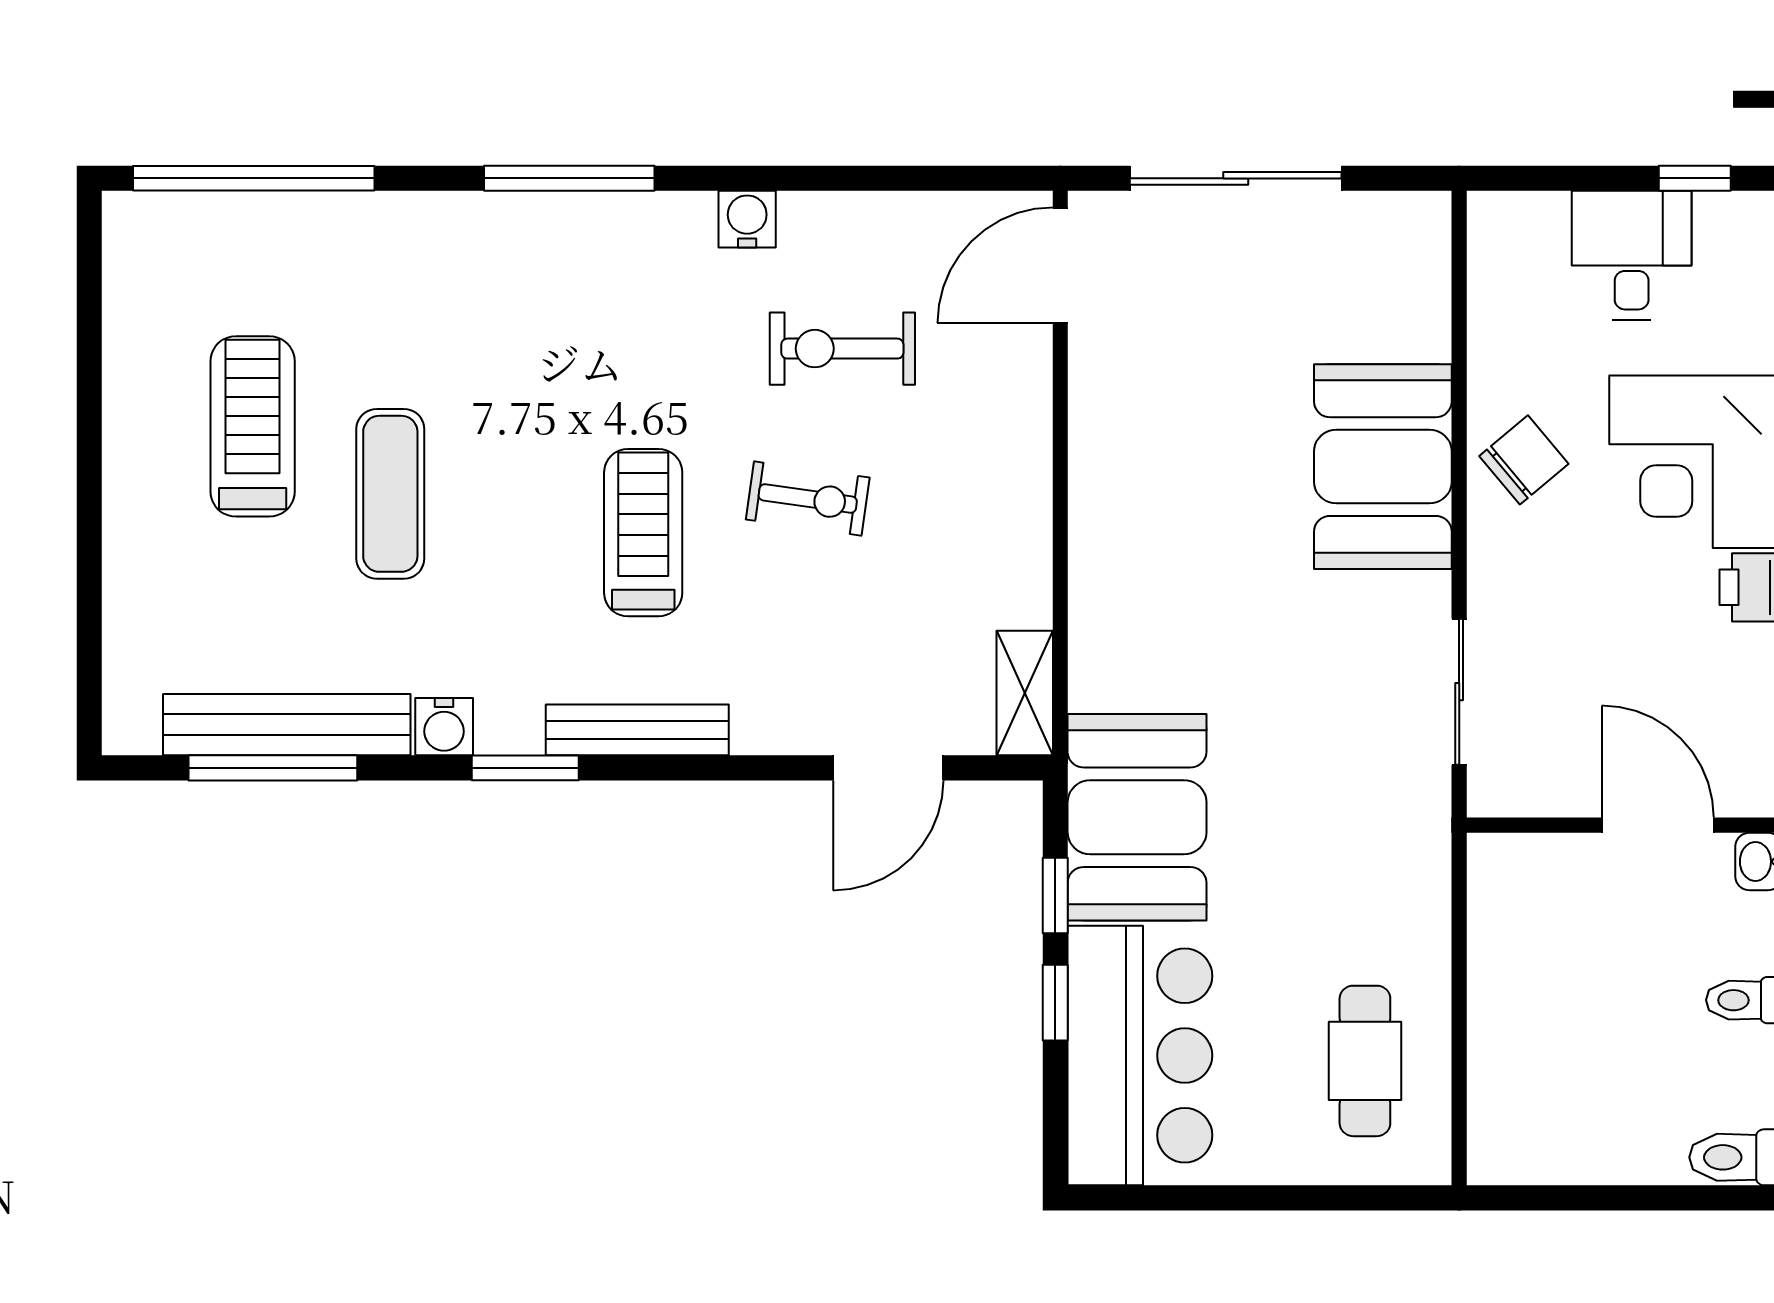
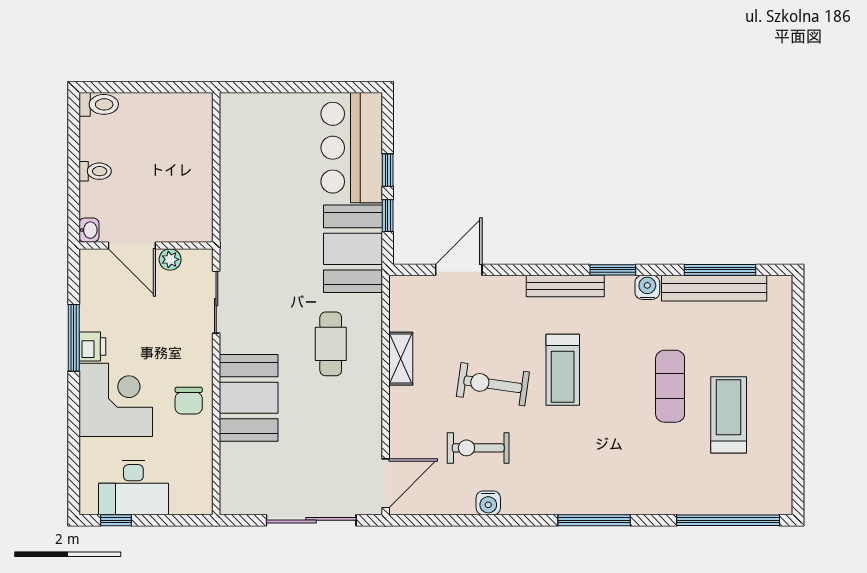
water cooler: (747, 219) -> (488, 503), moved
desk: (1632, 255) -> (133, 488), width x1.37
exercise bike: (842, 349) -> (478, 448), turned 180
treadmill: (253, 426) -> (729, 415), turned 180
chair: (1524, 460) -> (189, 401), turned -50
exercise bike: (808, 499) -> (493, 384), width x1.38, depth x1.39
shelving: (1025, 693) -> (401, 359), moved
plant: (1568, 792) -> (170, 259), added
cafe table: (1365, 1061) -> (331, 344), moved

